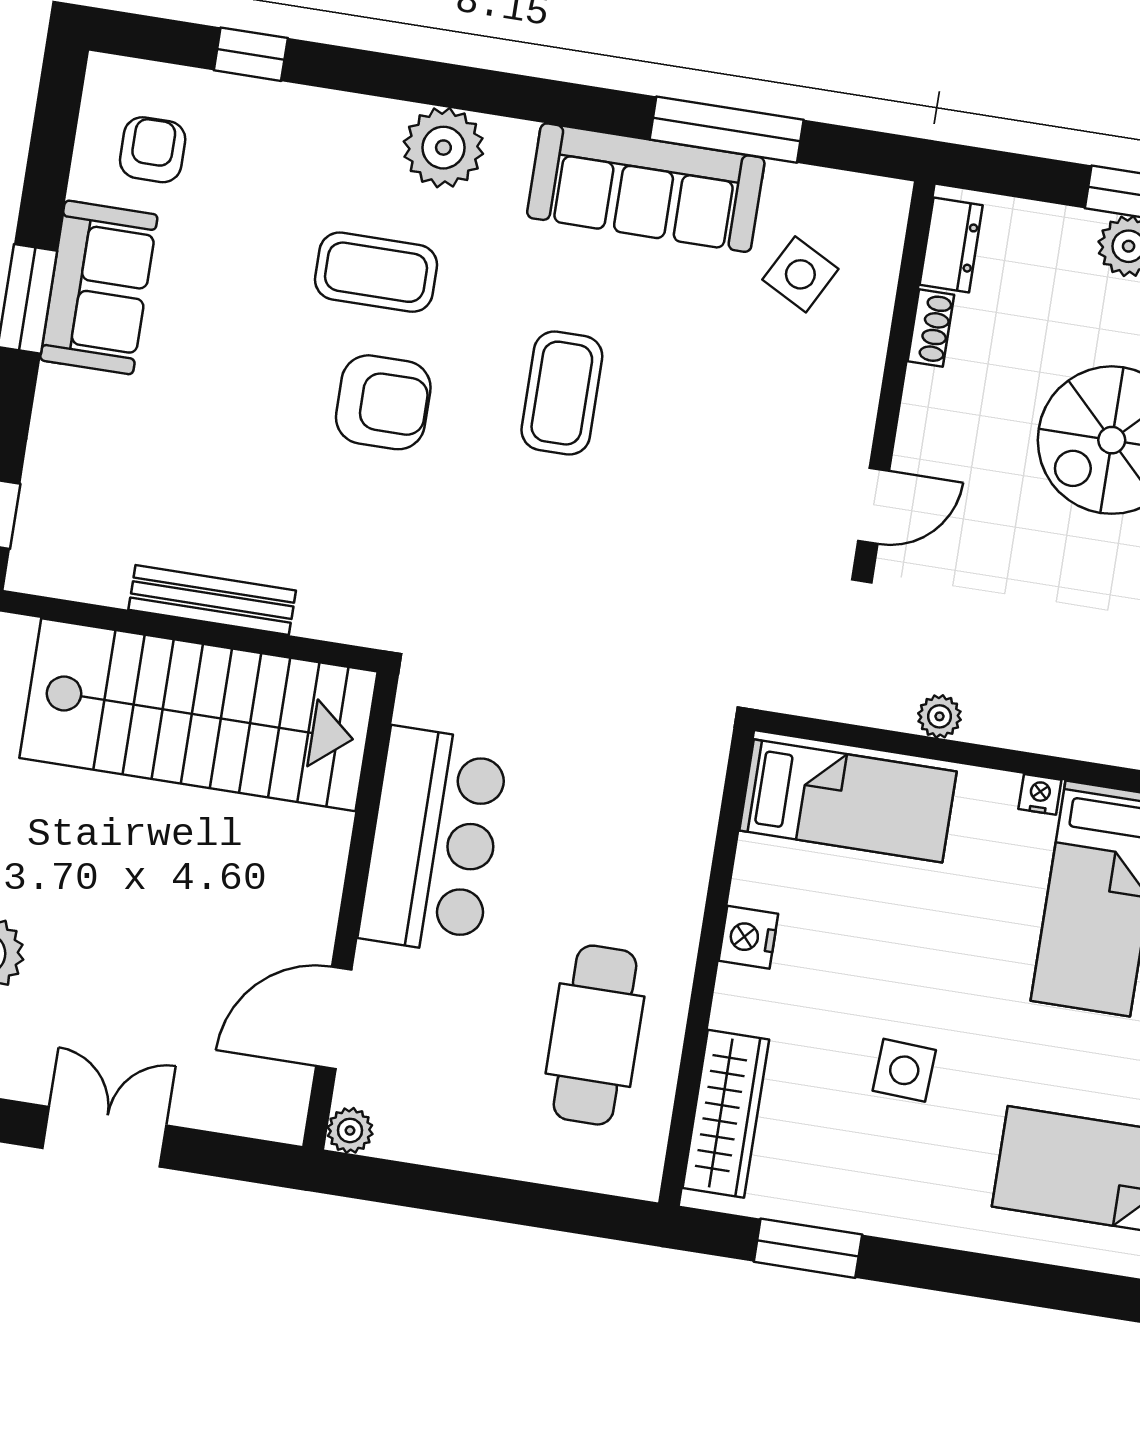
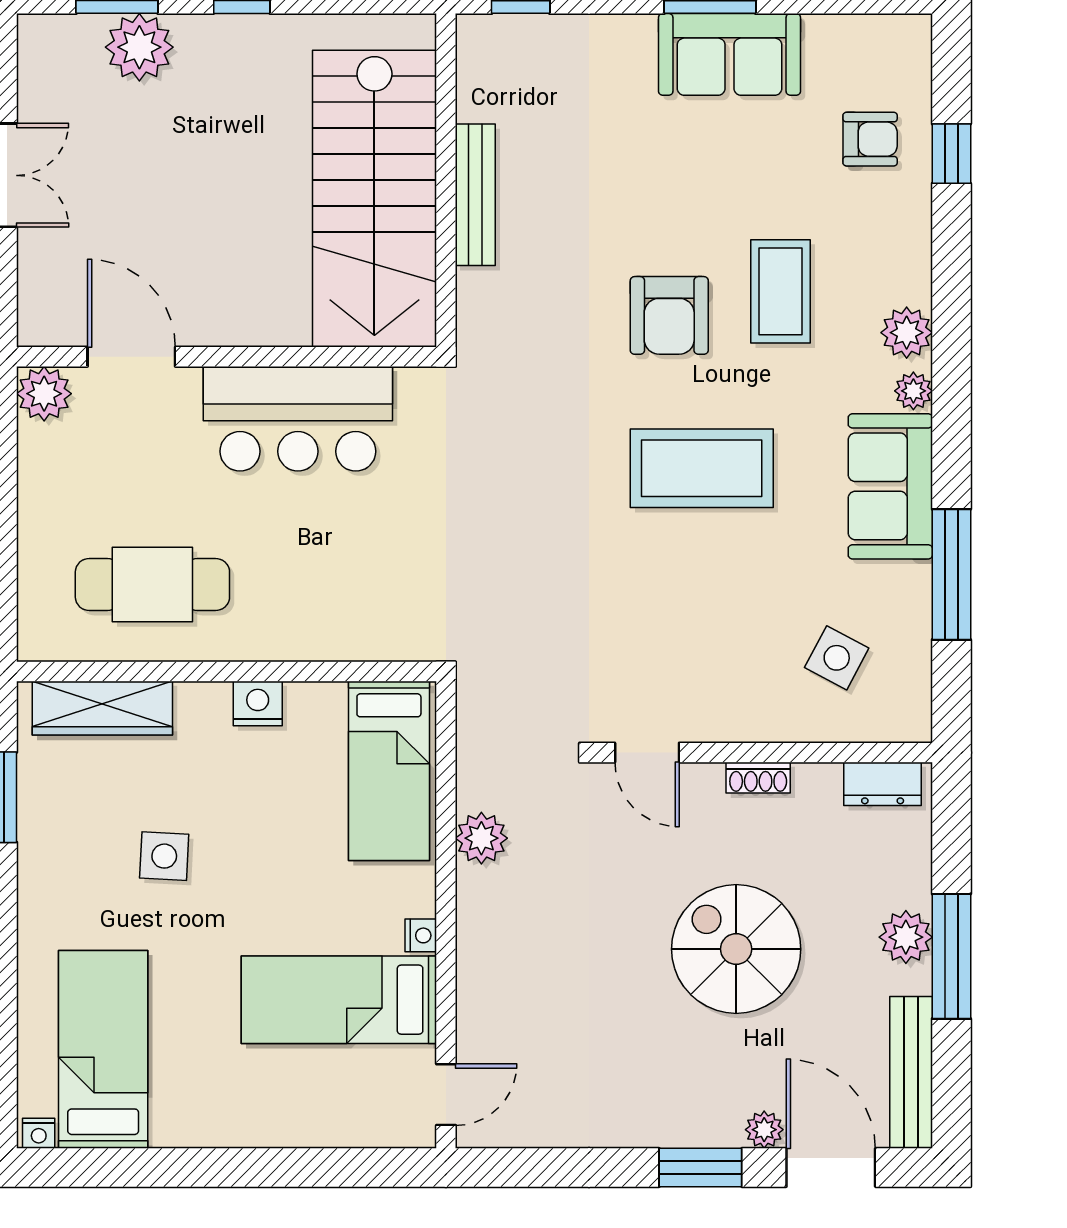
plant: (512, 140) -> (913, 391), added
plant: (443, 148) -> (907, 333), width x0.73, depth x0.73
armchair: (153, 150) -> (870, 139), moved
sofa: (646, 188) -> (890, 486), width x0.73
shoe rack: (931, 328) -> (758, 778), moved
coffee table: (562, 393) -> (702, 468), width x1.36, depth x1.32
plant: (940, 716) -> (481, 838), width x1.38, depth x1.38
plant: (350, 1130) -> (44, 394), width x1.38, depth x1.38

